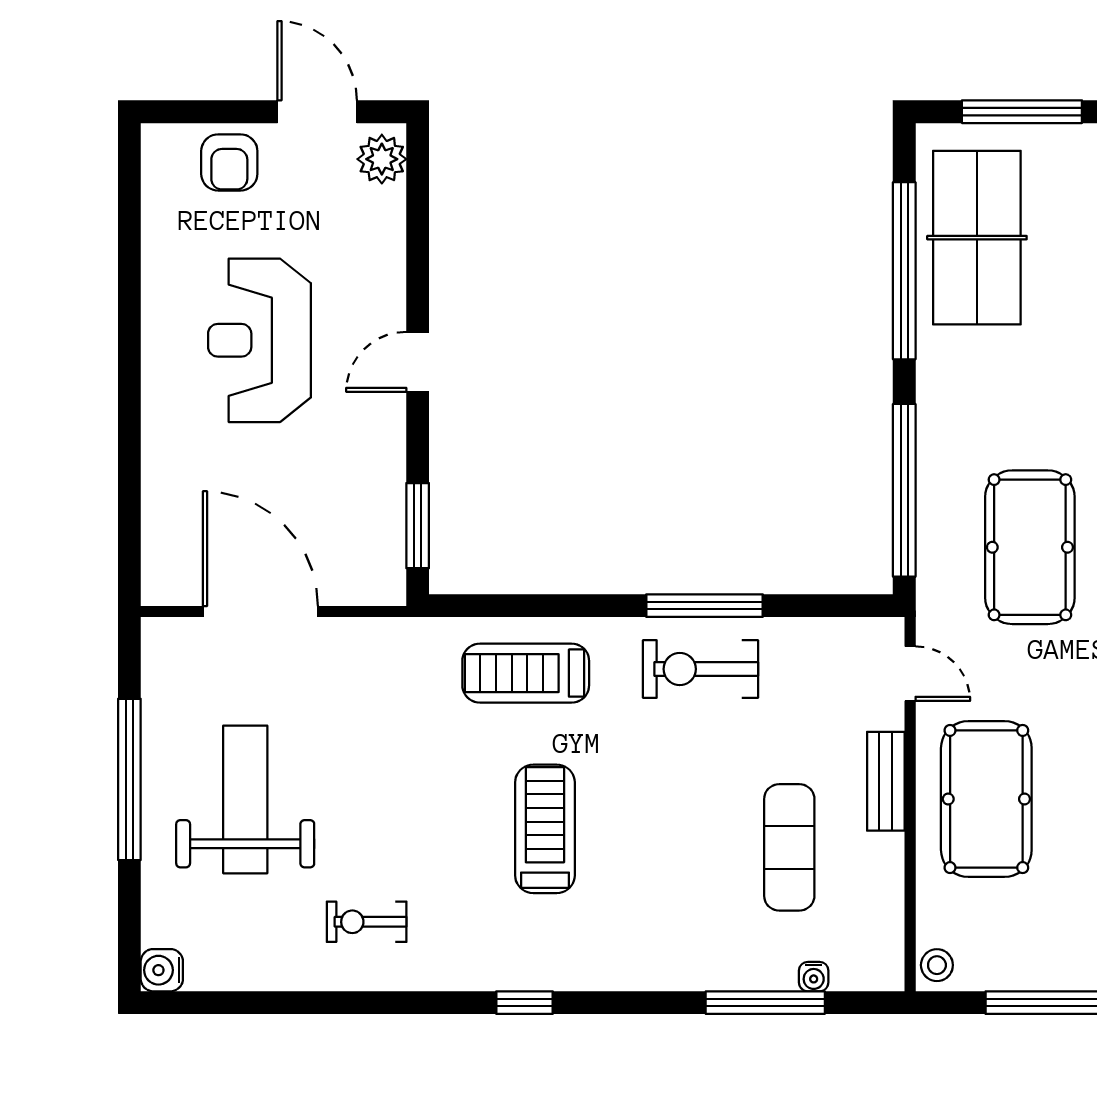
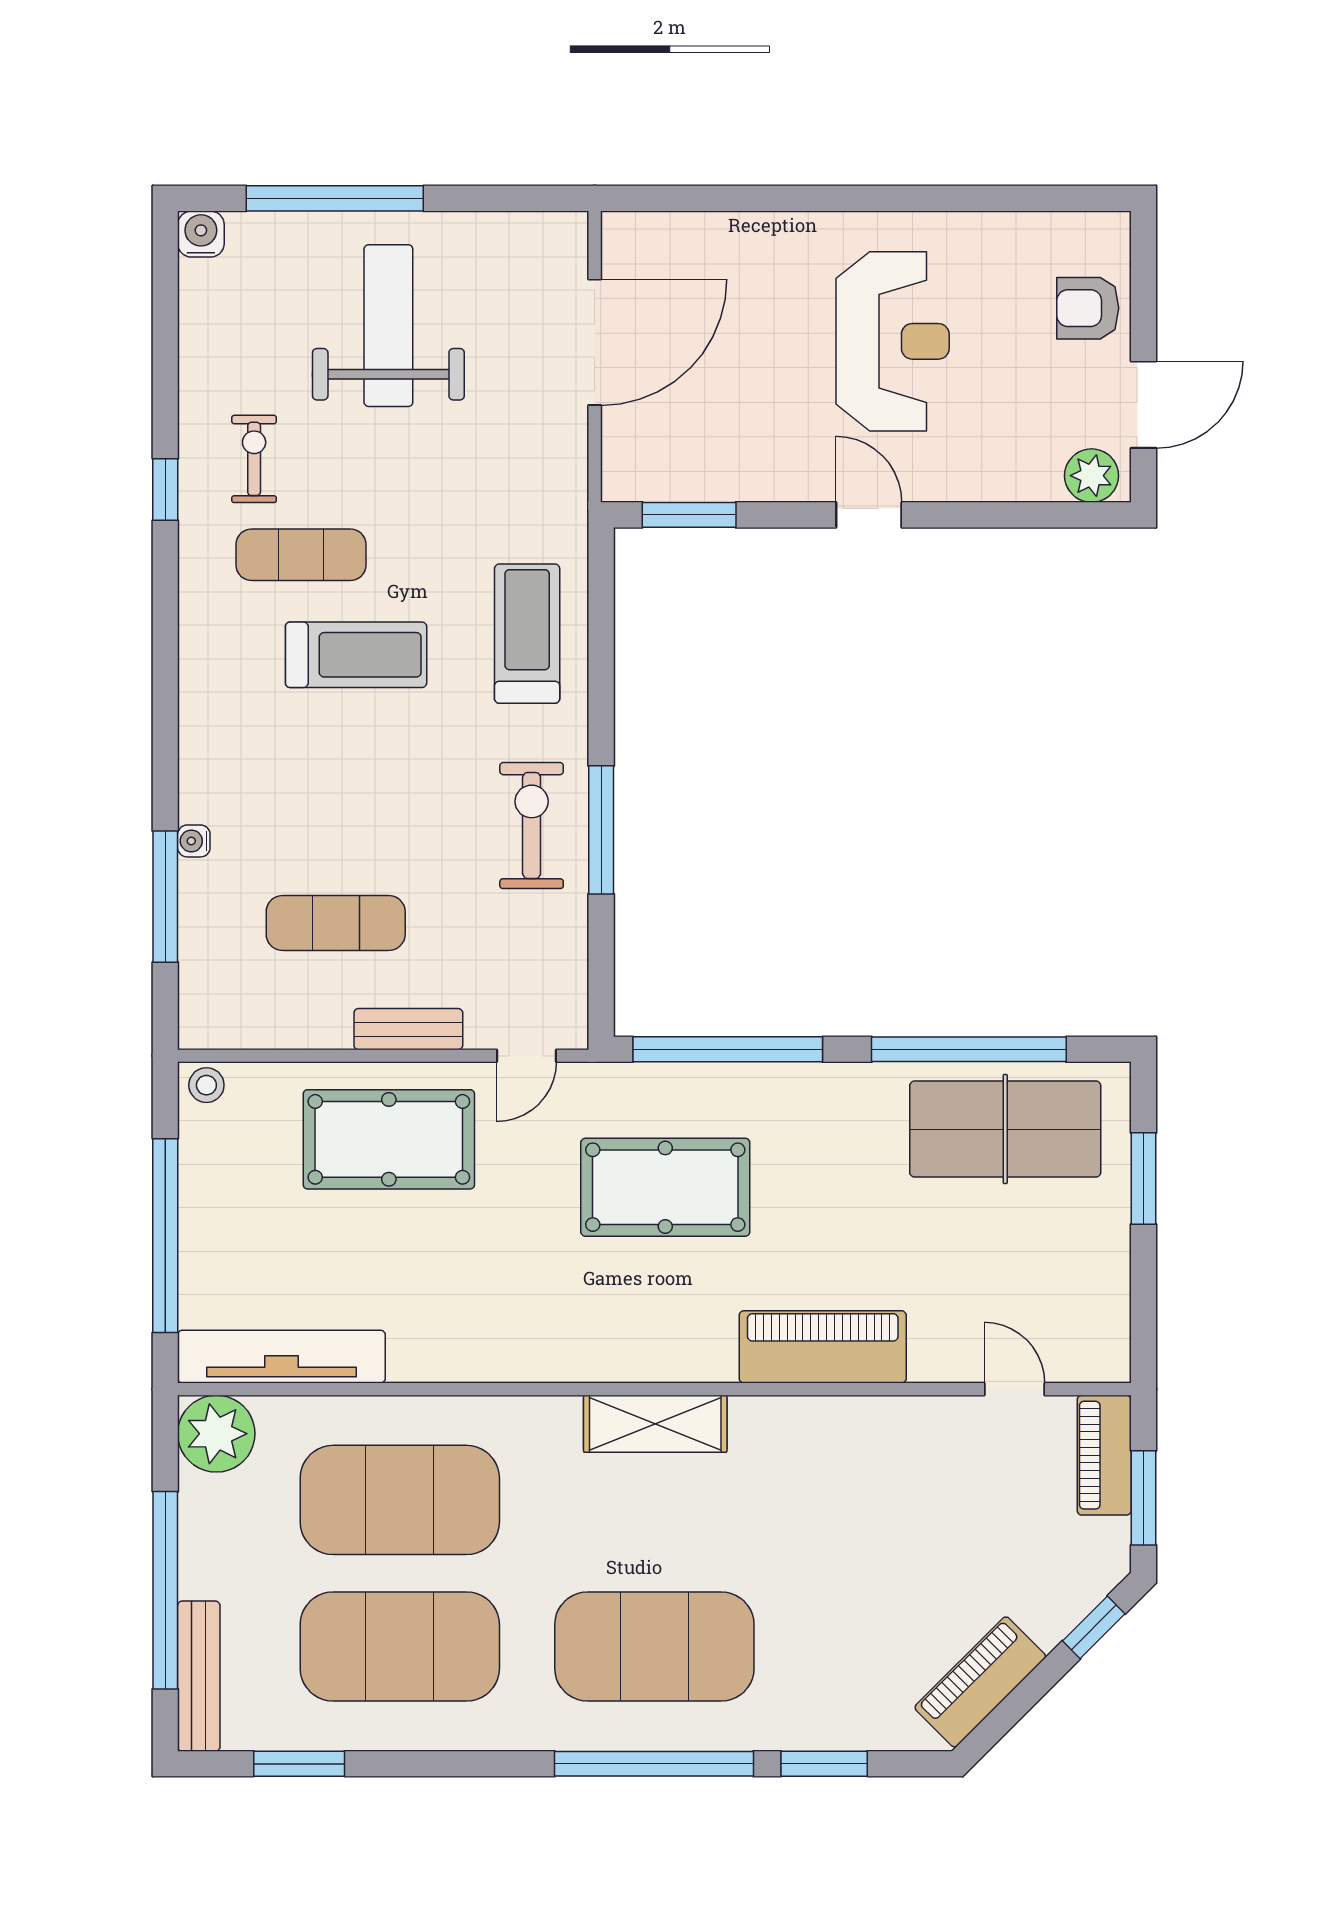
window: (1022, 112) -> (1144, 1178), width x0.69
reception desk: (260, 340) -> (893, 341), turned 90
window: (129, 779) -> (335, 198), moved
weight bench: (245, 799) -> (388, 326), turned -90
exercise mat: (454, 879) -> (301, 555), added
water cooler: (814, 977) -> (194, 841), moved
window: (525, 1003) -> (165, 490), moved

